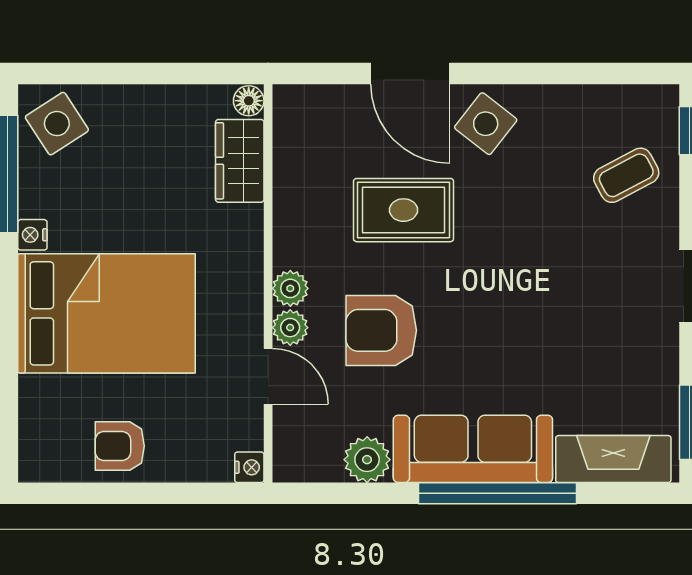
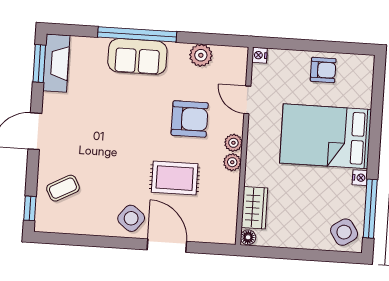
plant: (290, 328) -> (232, 162), moved
sofa: (473, 449) -> (137, 56), width x0.73
fireplace: (613, 459) -> (56, 63), moved, turned -90

